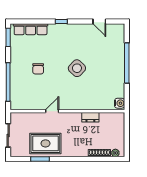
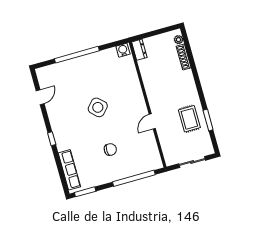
door: (52, 111) -> (152, 121), hinge flipped
dresser: (90, 117) -> (139, 50), moved
rug: (45, 143) -> (189, 119), width x0.73, depth x0.70

